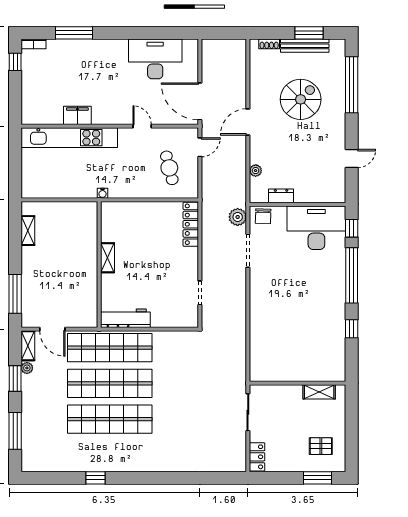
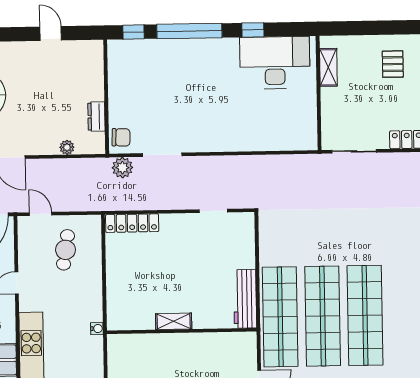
cafe table: (169, 168) -> (66, 250), turned -67
desk: (316, 228) -> (275, 63), moved, turned 90

